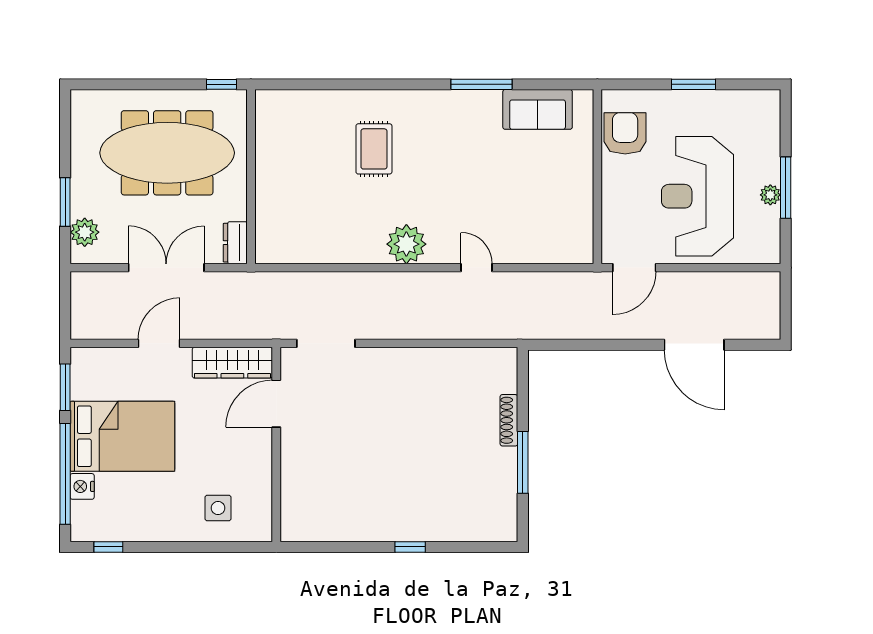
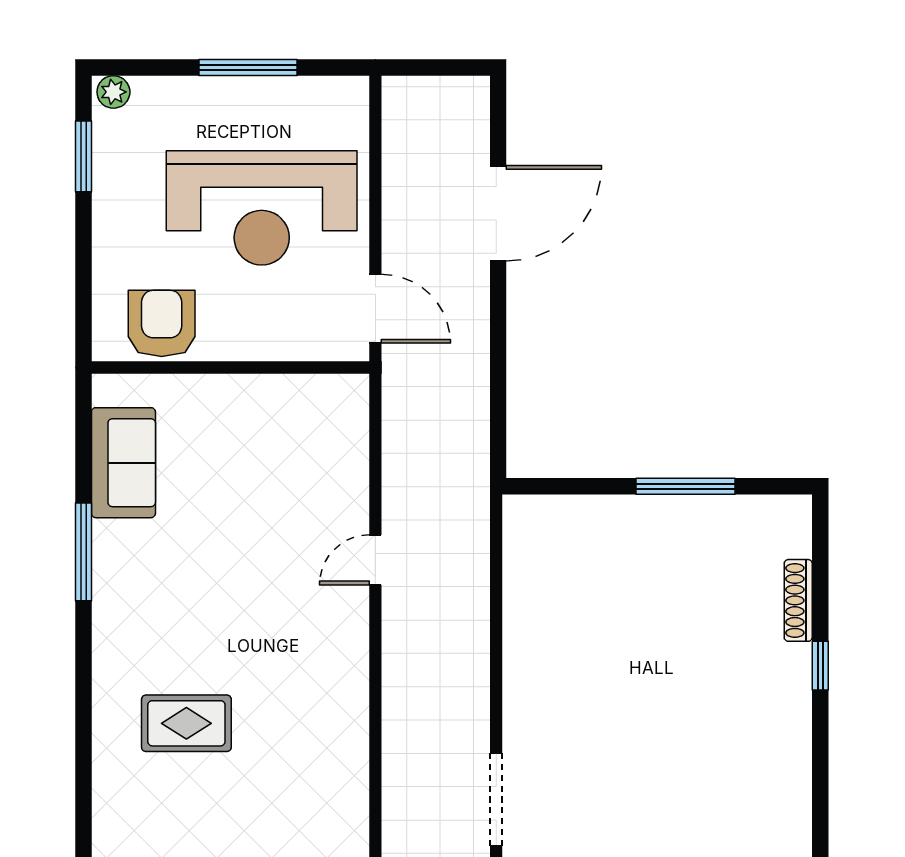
window: (694, 84) -> (83, 156), moved
armchair: (625, 133) -> (162, 323), turned 90
plant: (770, 195) -> (113, 92), moved
plant: (406, 244) -> (338, 672), removed
shoe rack: (509, 420) -> (798, 600), moved, turned 90

